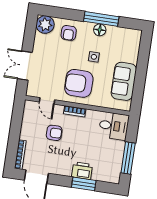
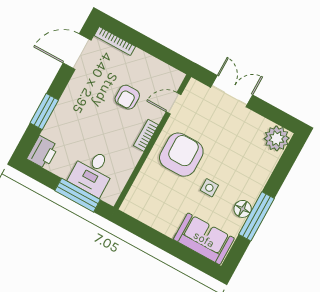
armchair: (69, 33) -> (254, 166), removed
sofa: (124, 81) -> (204, 239), moved
desk: (114, 126) -> (92, 172), moved
window: (128, 158) -> (78, 195), moved
printer: (82, 171) -> (43, 152), moved

